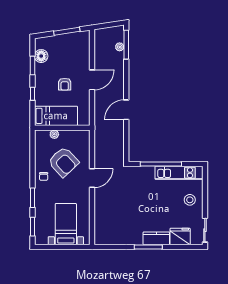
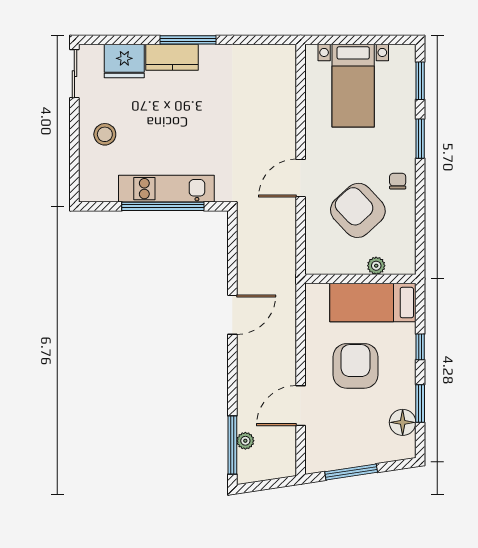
door: (92, 80) -> (301, 406), moved
armchair: (65, 84) -> (355, 366), width x1.88, depth x1.88
kitchen unit: (179, 173) -> (166, 189), moved

